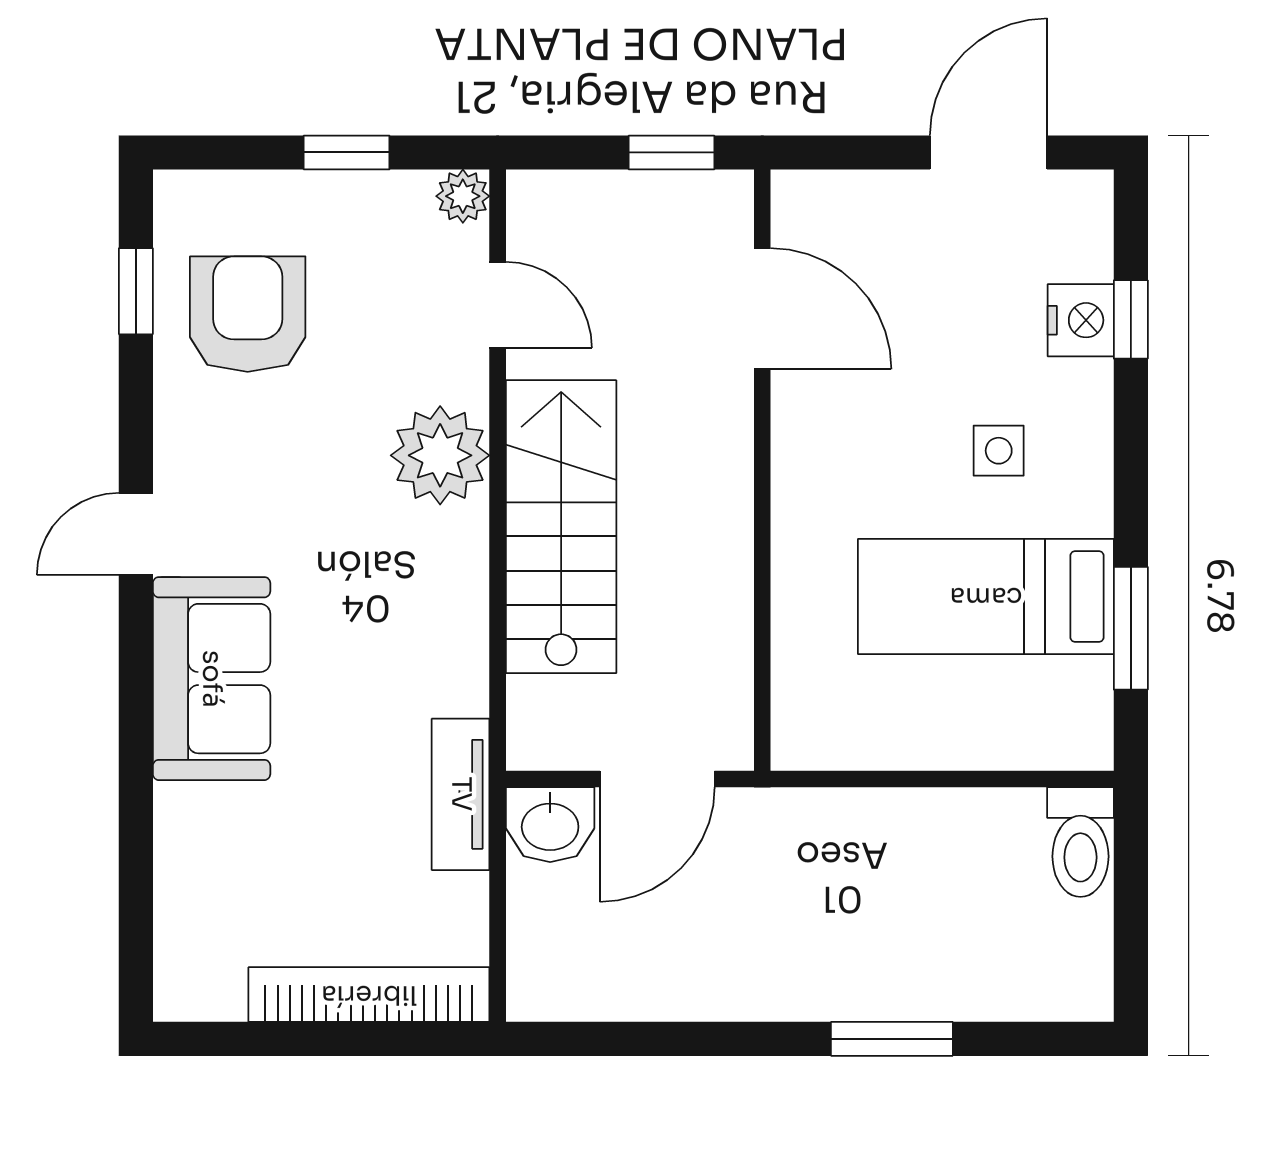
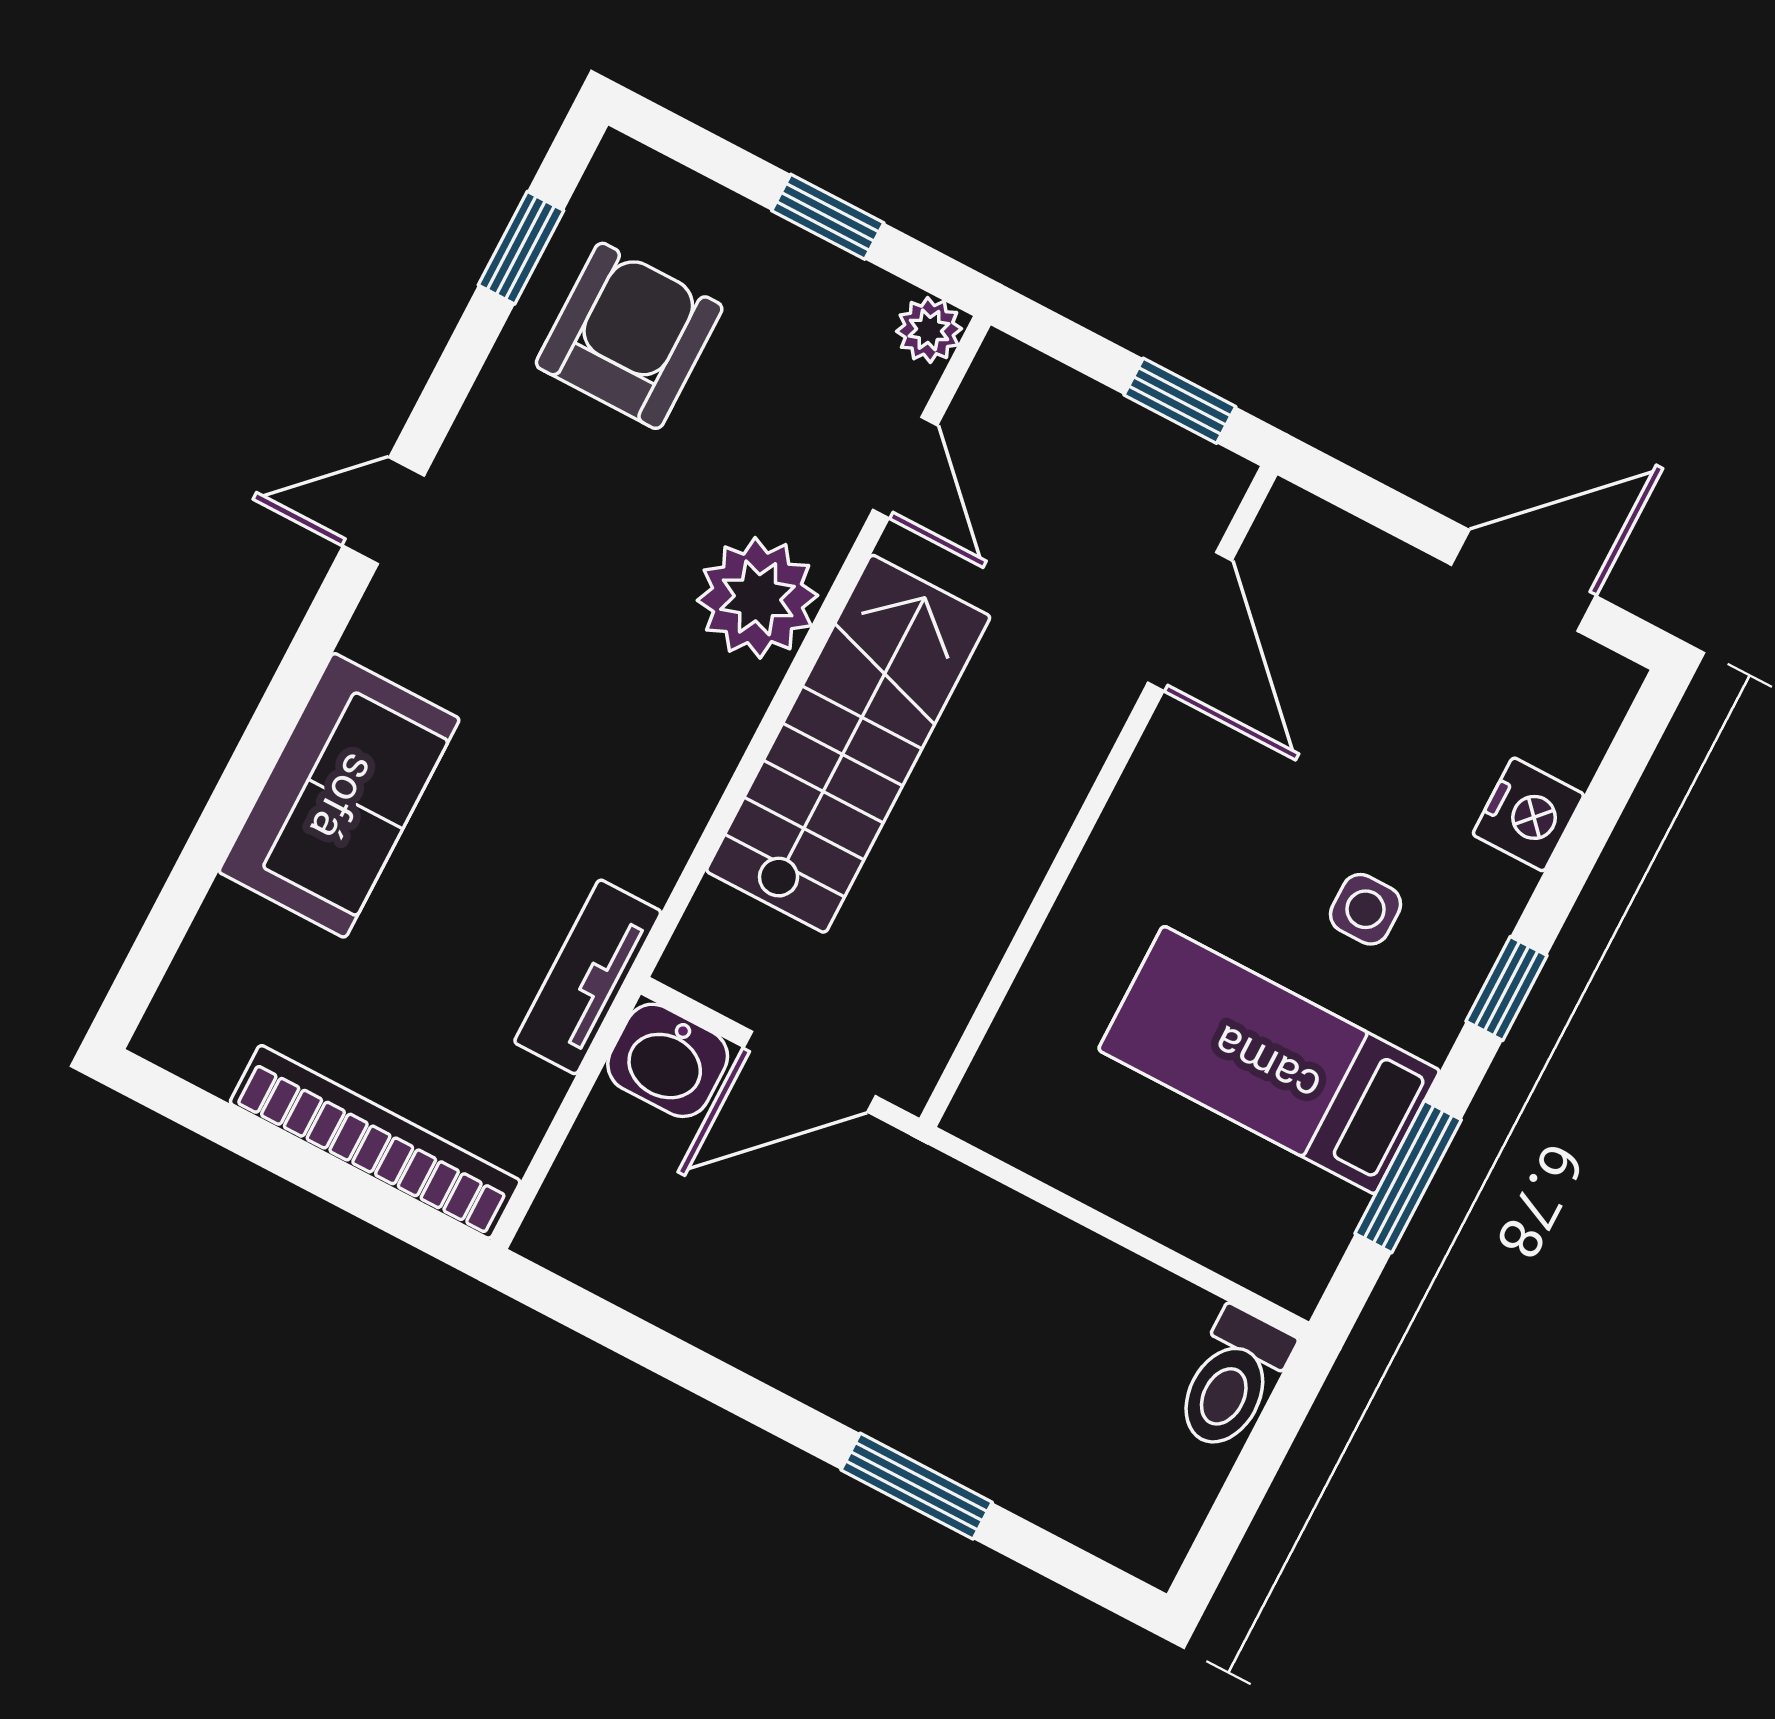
window: (1131, 319) -> (1506, 988), moved
sofa: (212, 679) -> (339, 795), moved

